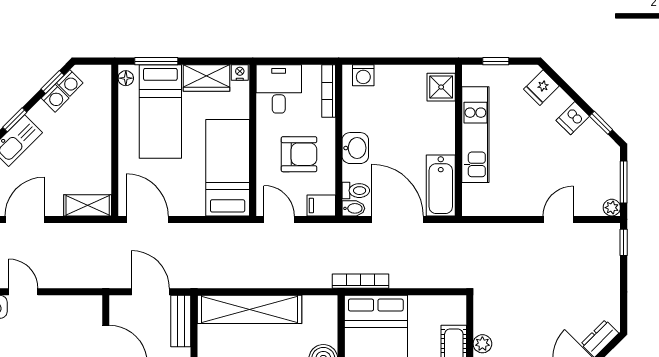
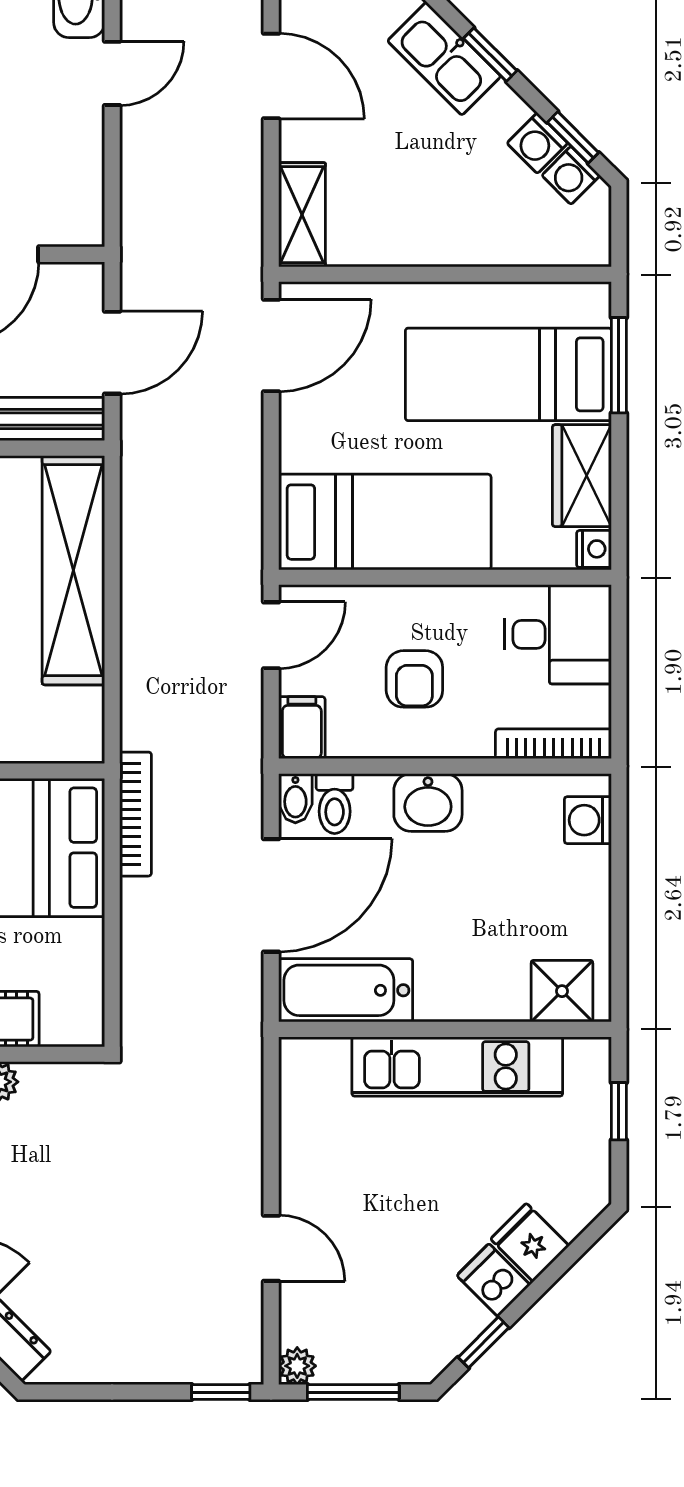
floor lamp: (126, 78) -> (581, 298), removed
fridge: (541, 88) -> (530, 1242), moved
armchair: (299, 154) -> (414, 679), width x0.72, depth x0.72

